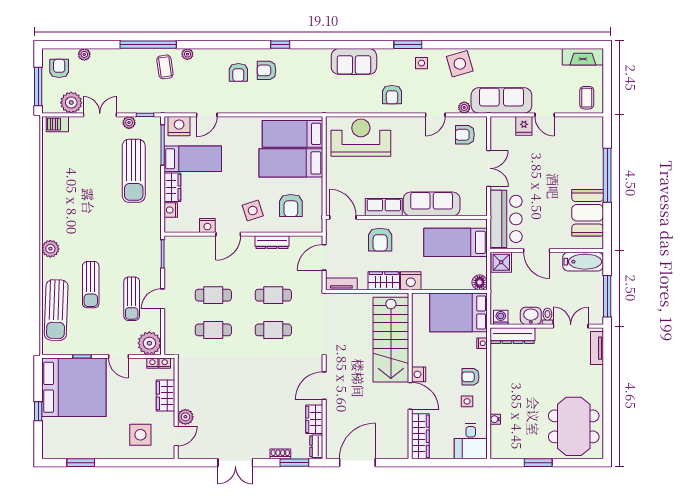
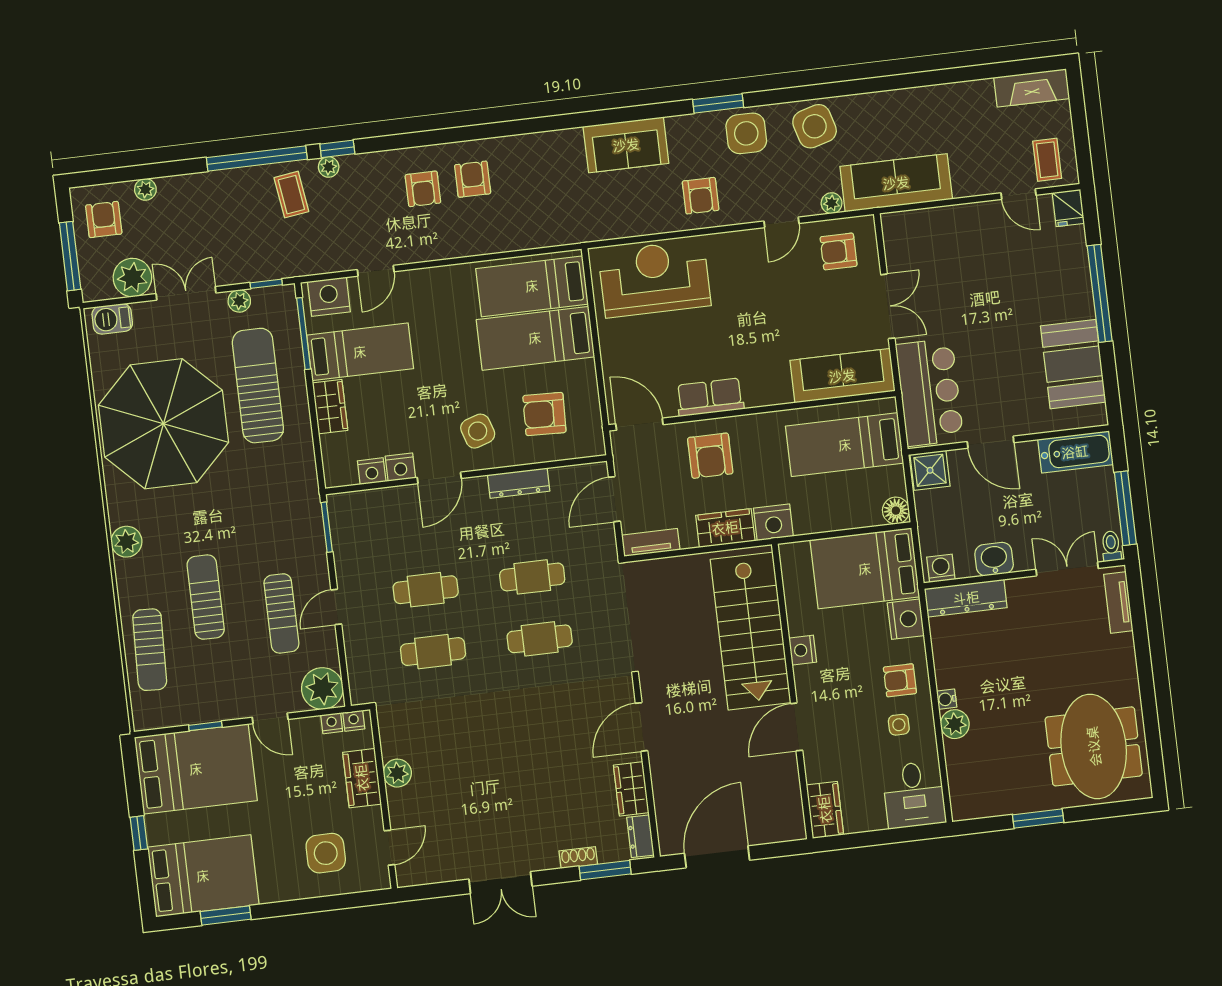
window: (280, 45) -> (337, 149), moved
side table: (421, 63) -> (746, 133), width x1.87, depth x1.87
armchair: (267, 70) -> (473, 179), turned 90
door: (545, 115) -> (1019, 194), moved
fridge: (524, 126) -> (1068, 208), moved
sun lounger: (134, 171) -> (258, 386), turned 180
parasol: (79, 186) -> (164, 424), added
sofa: (432, 204) -> (842, 376), moved
armchair: (291, 206) -> (544, 414), turned 92
nightstand: (171, 210) -> (372, 471), moved, turned -90
sun lounger: (91, 285) -> (206, 597), turned 180
sun lounger: (56, 310) -> (150, 650), width x0.73, depth x0.75
toilet: (547, 316) -> (1111, 546), moved
nightstand: (482, 343) -> (906, 619), width x1.89, depth x1.79
nightstand: (419, 374) -> (803, 650), moved
bed: (74, 387) -> (196, 769), width x0.73
door: (410, 396) -> (797, 727), swing flipped
plant: (498, 405) -> (955, 724), added
plant: (185, 417) -> (397, 773), moved
water cooler: (495, 419) -> (947, 699), moved
wardrobe: (420, 436) -> (825, 810), width x0.67
bed: (71, 439) -> (203, 876), added

